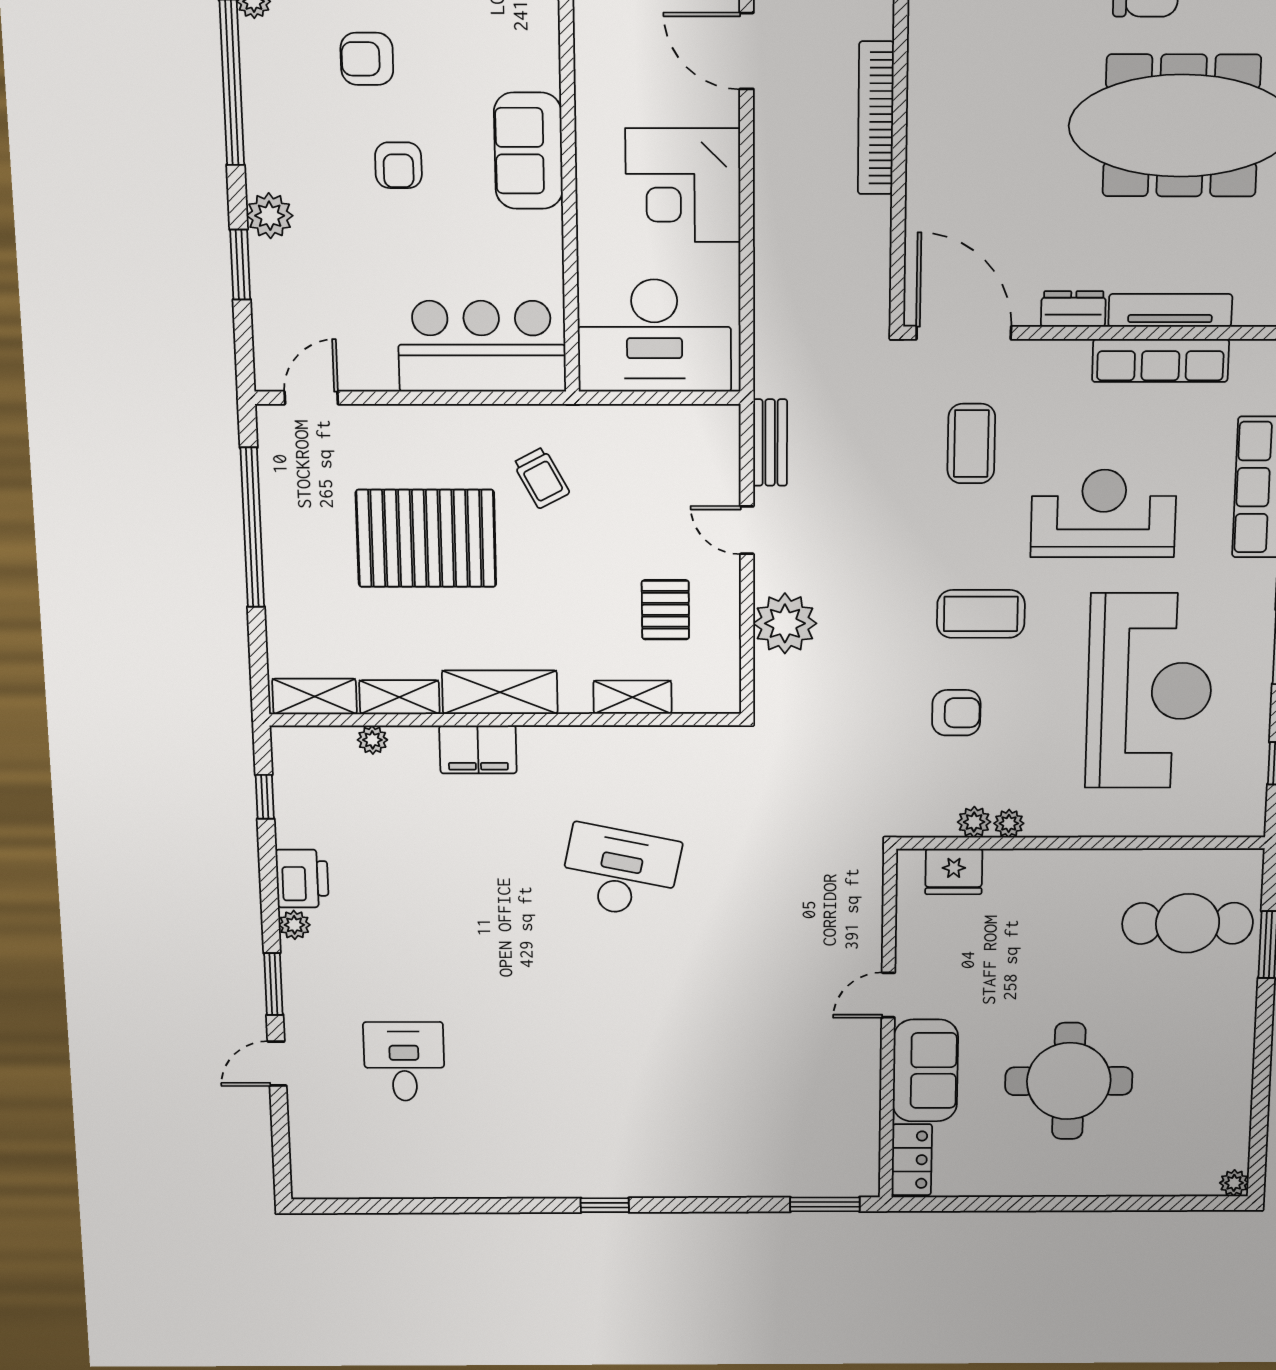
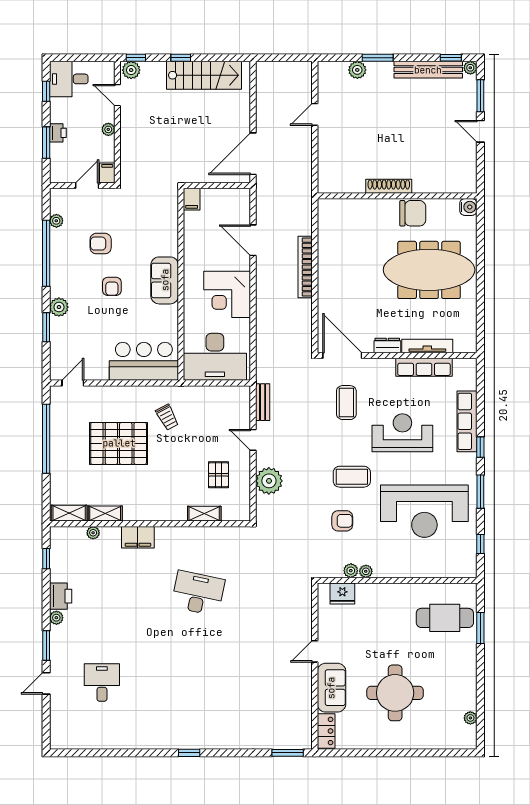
reception desk: (1149, 691) -> (424, 511), turned 90
shelving: (500, 692) -> (148, 511), removed
plant: (1234, 1183) -> (470, 718), moved

